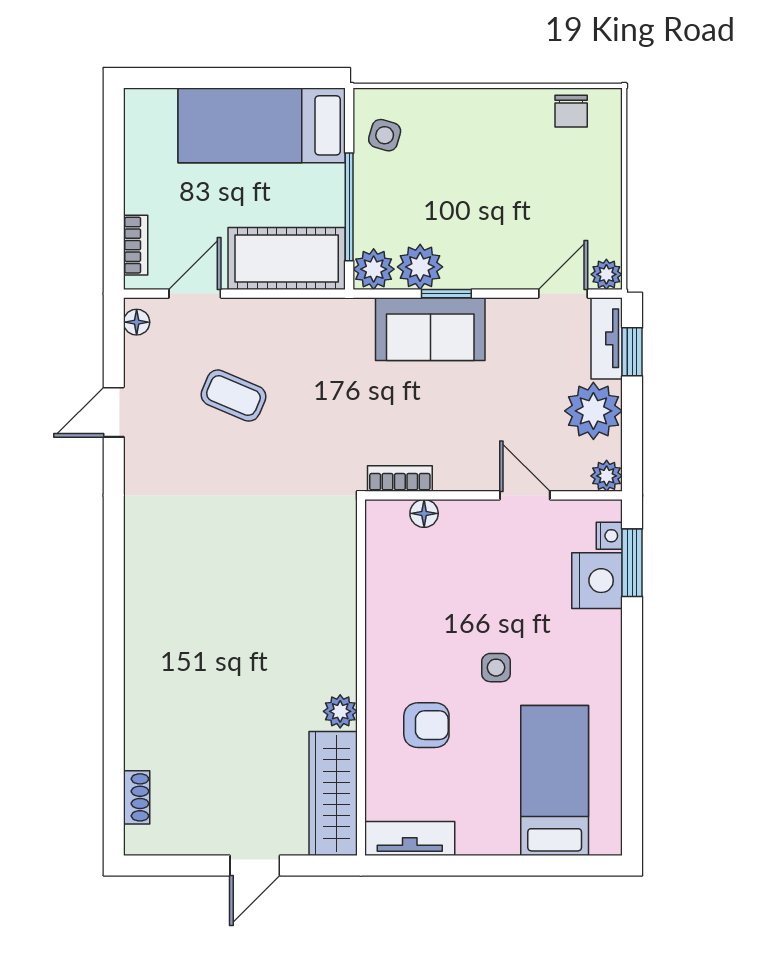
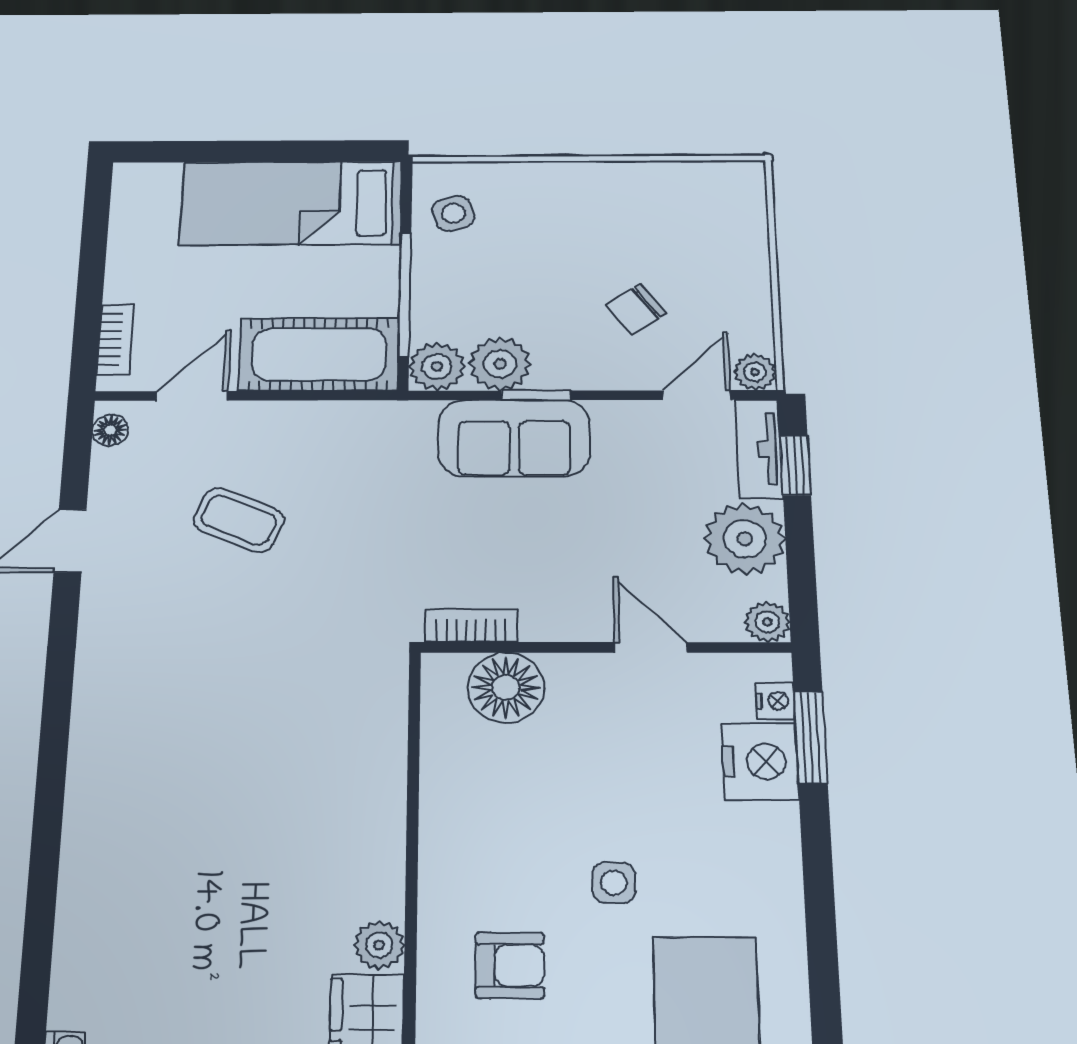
chair: (571, 111) -> (636, 309), moved, turned 54
side table: (385, 135) -> (453, 213), turned -32
floor lamp: (424, 513) -> (506, 688), width x1.89, depth x1.89

